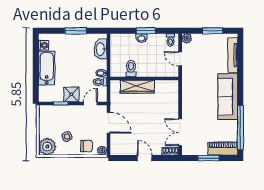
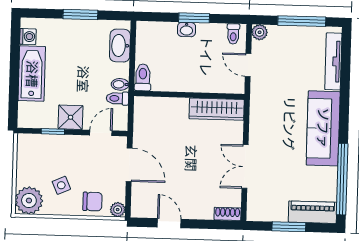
window: (213, 31) -> (302, 21), width x1.44
toilet: (131, 68) -> (143, 77), moved
wardrobe: (137, 87) -> (217, 109), moved
double door: (180, 132) -> (245, 167), moved
door: (145, 158) -> (169, 223), moved

